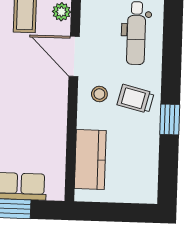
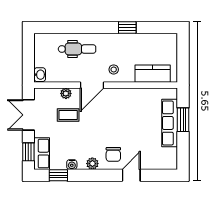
trolley: (136, 99) -> (116, 48), removed

